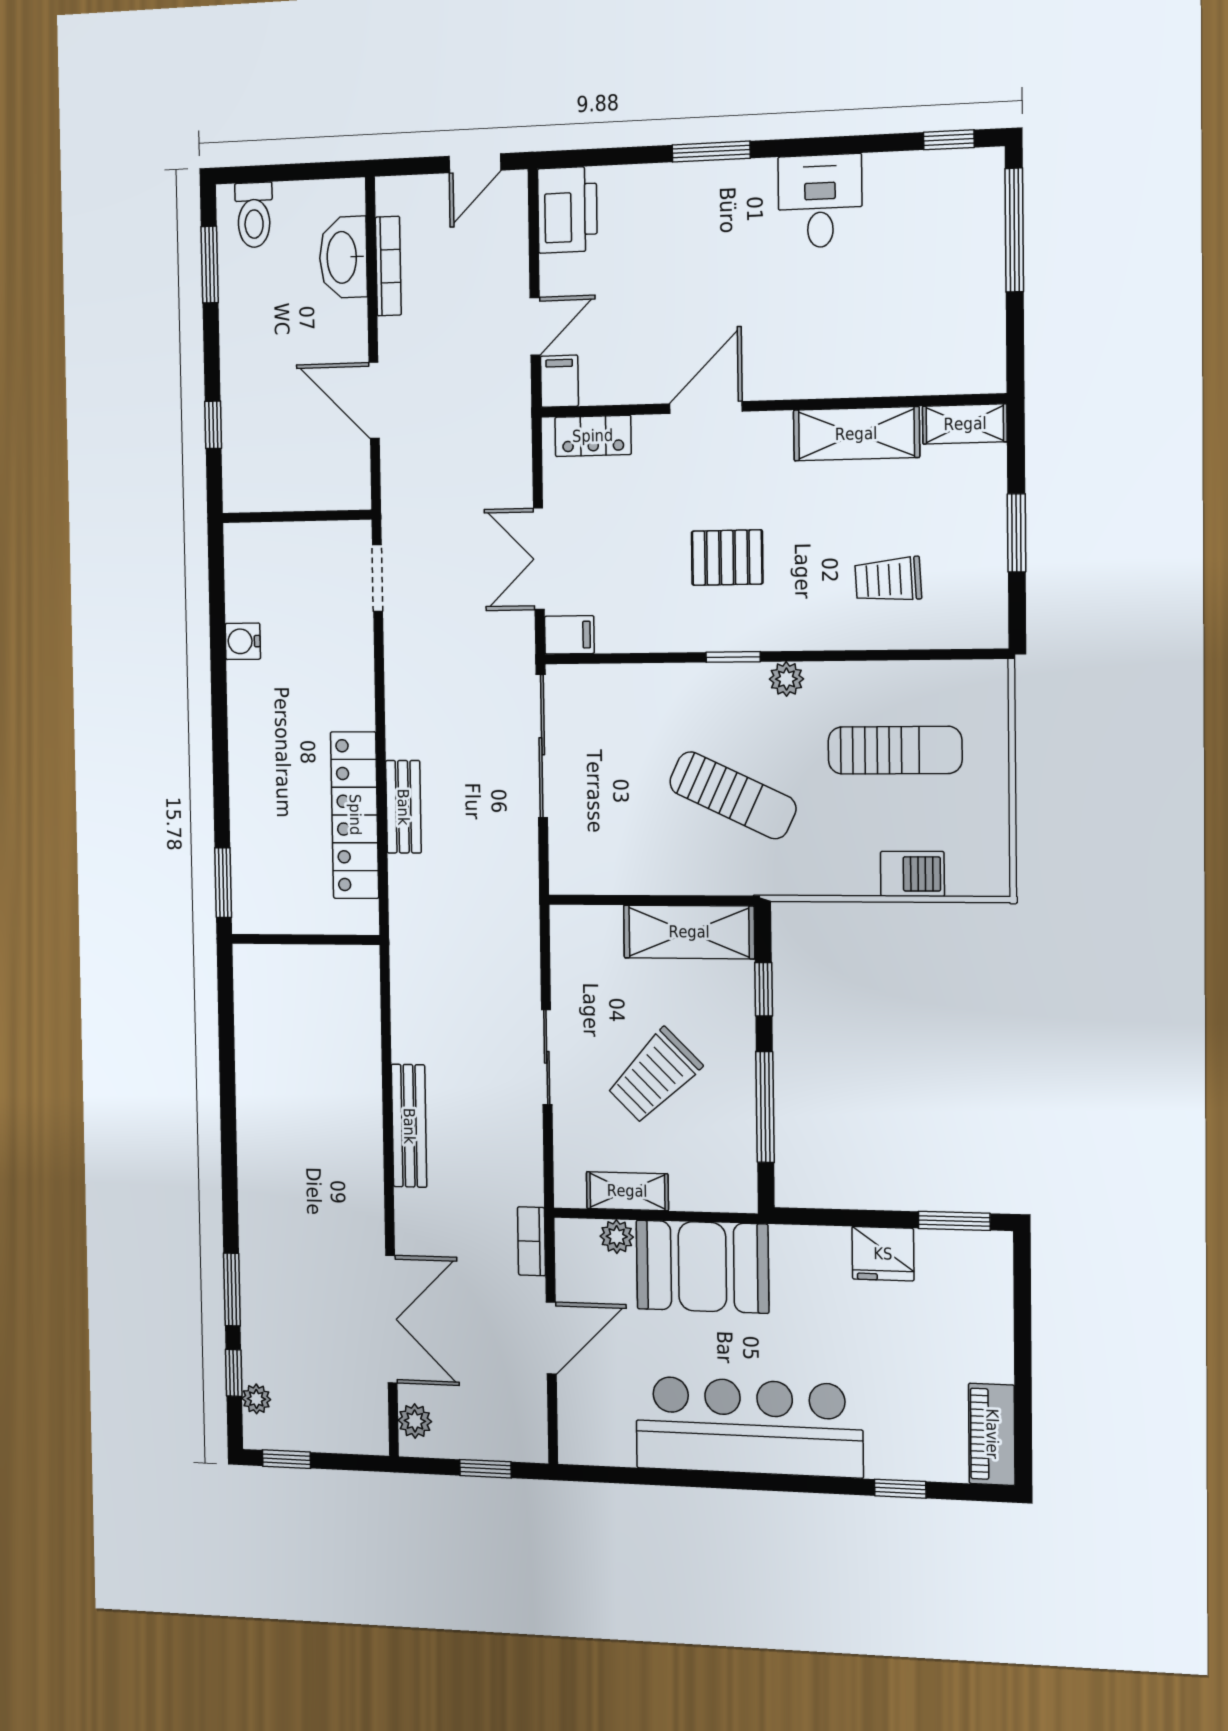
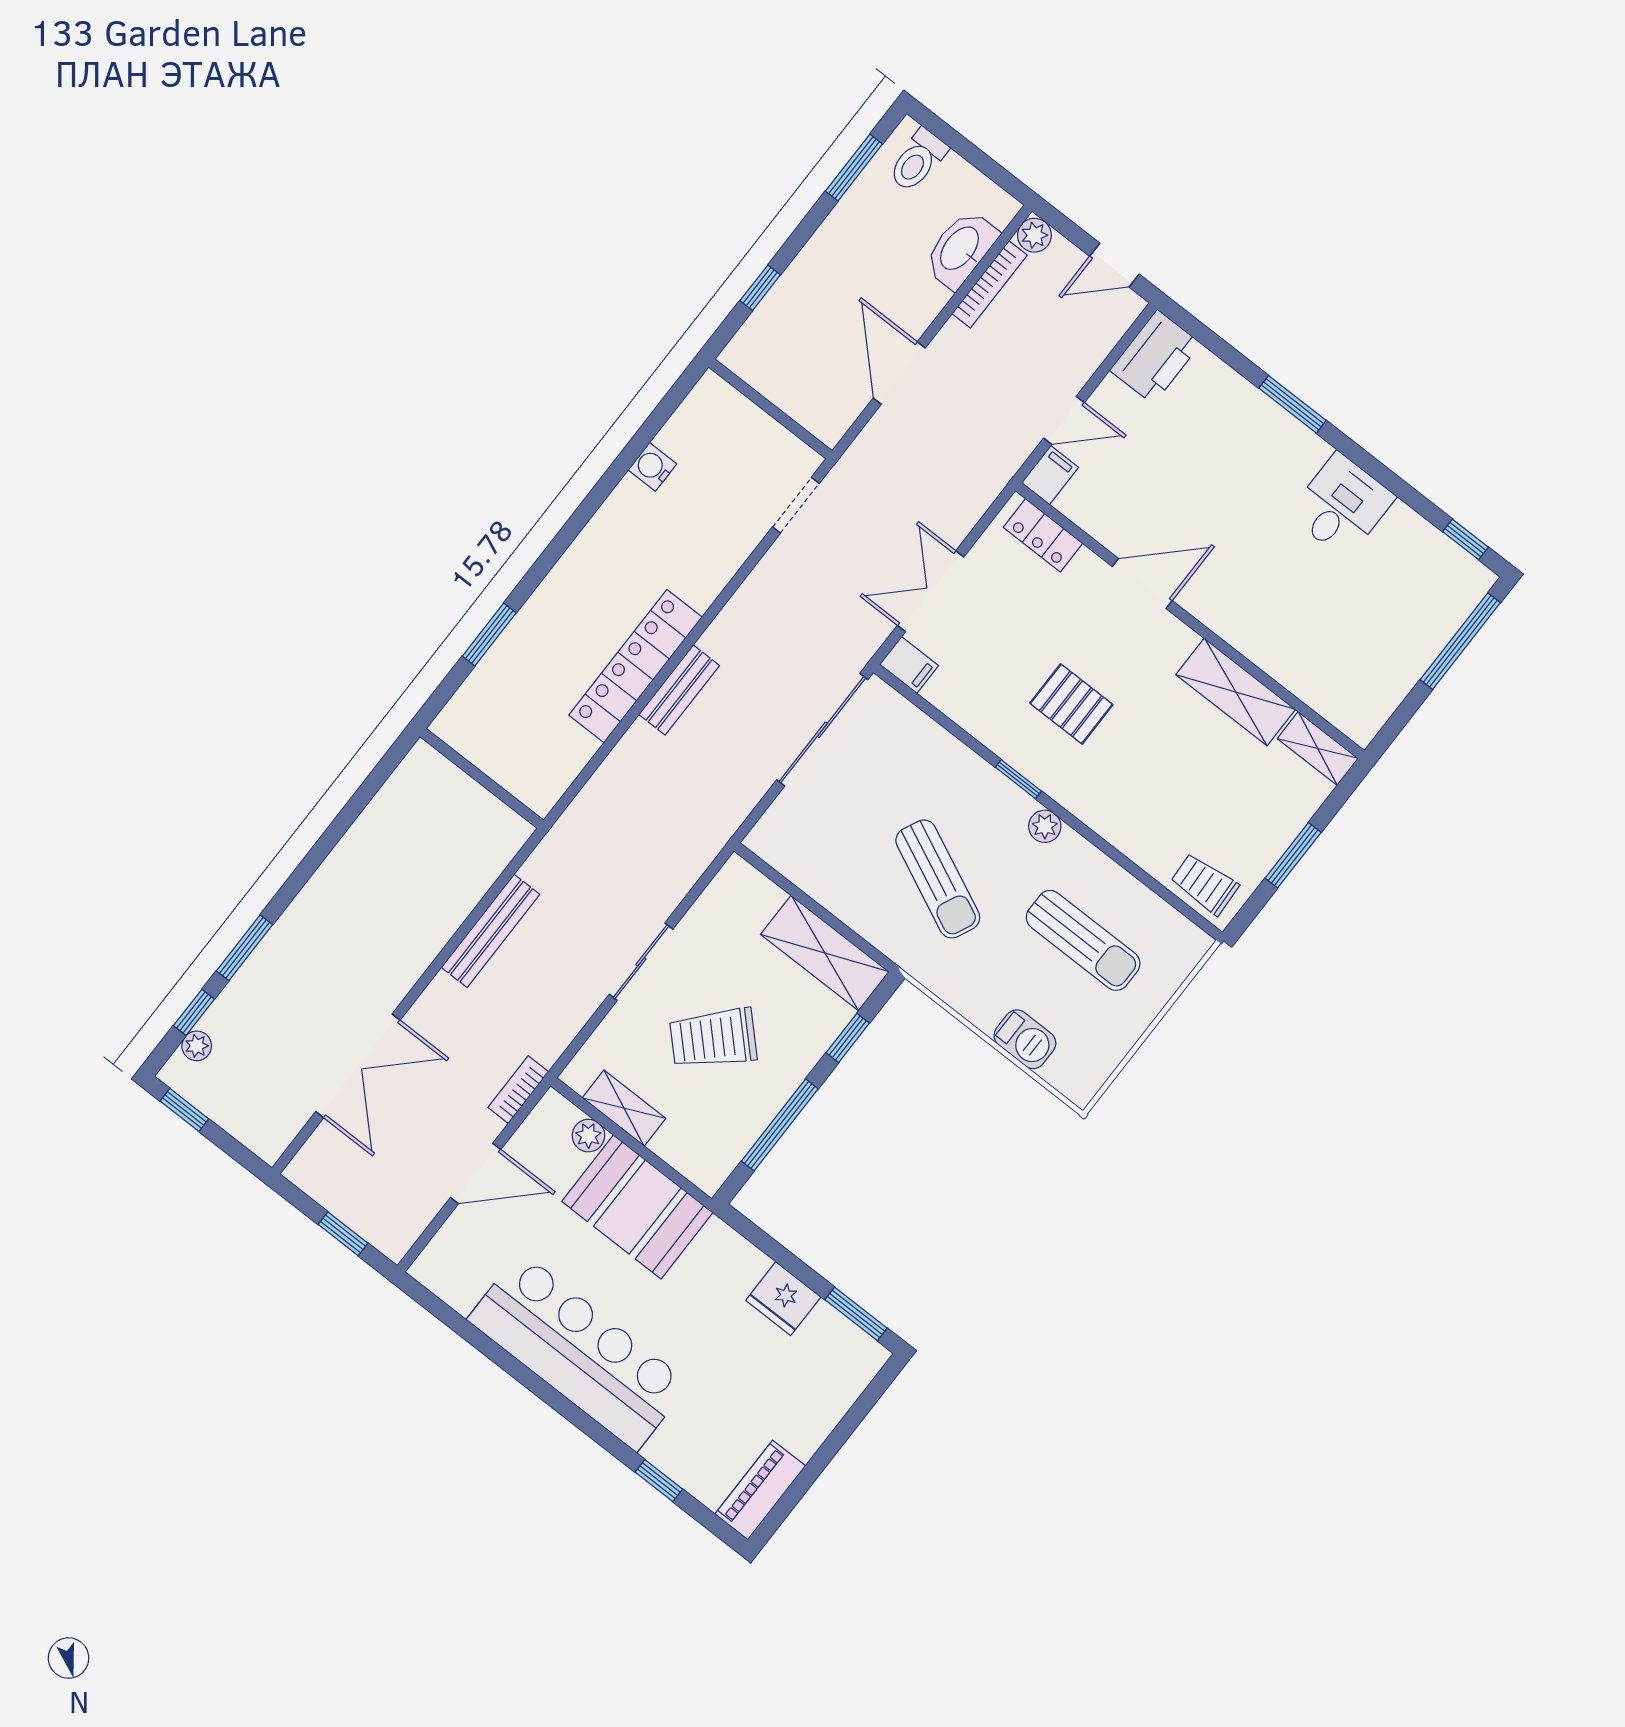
trolley: (888, 580) -> (1205, 884), moved
wall: (305, 939) -> (482, 778), moved
plant: (415, 1421) -> (1034, 235), moved

